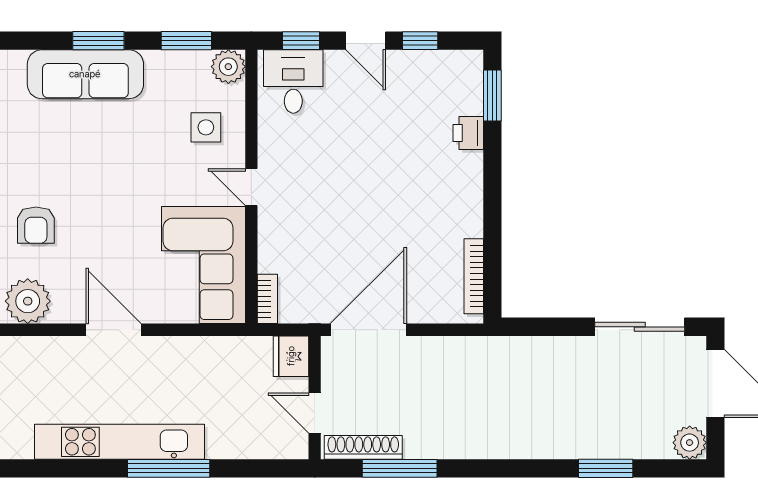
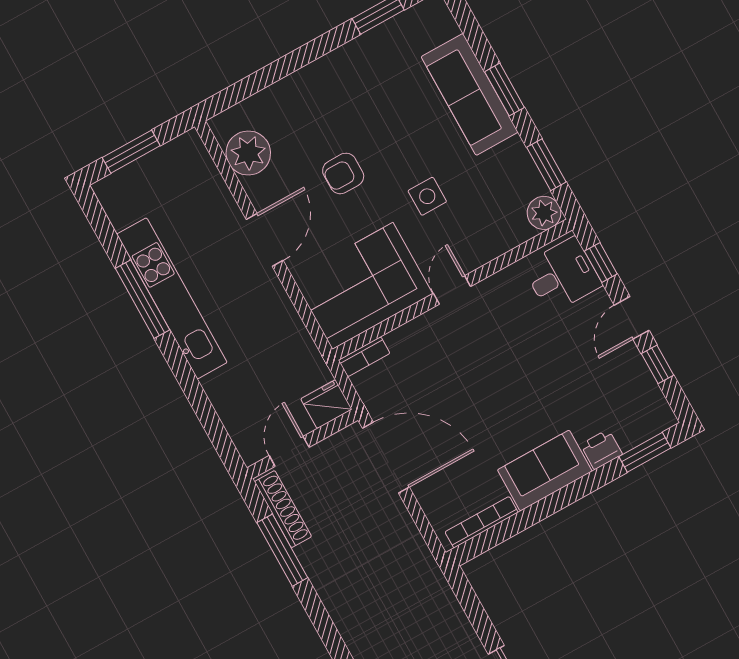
side table: (206, 127) -> (427, 196), moved
sofa: (459, 194) -> (545, 471), added
armchair: (36, 225) -> (343, 173), moved
window: (169, 468) -> (142, 299), moved

